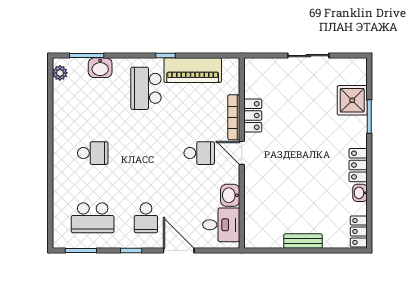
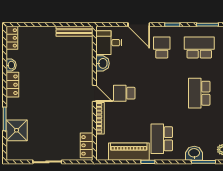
school desk: (146, 88) -> (162, 139), turned 180
locker: (253, 116) -> (87, 145), moved
school desk: (93, 153) -> (199, 93), width x1.85
bench: (303, 241) -> (75, 31), moved, width x1.36

